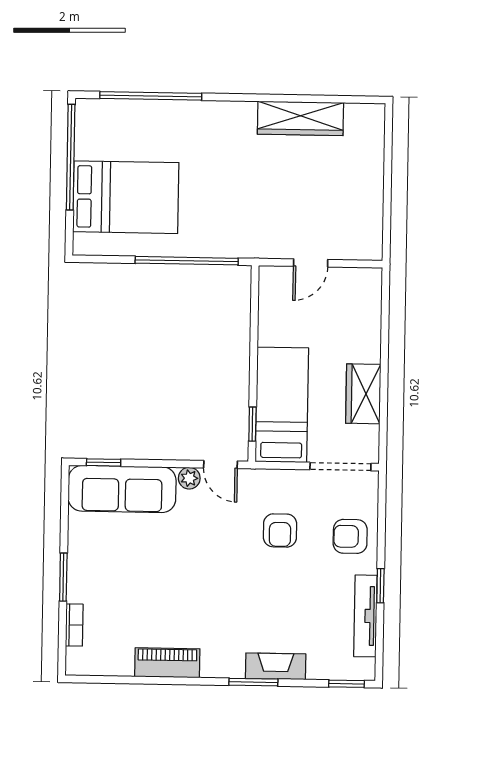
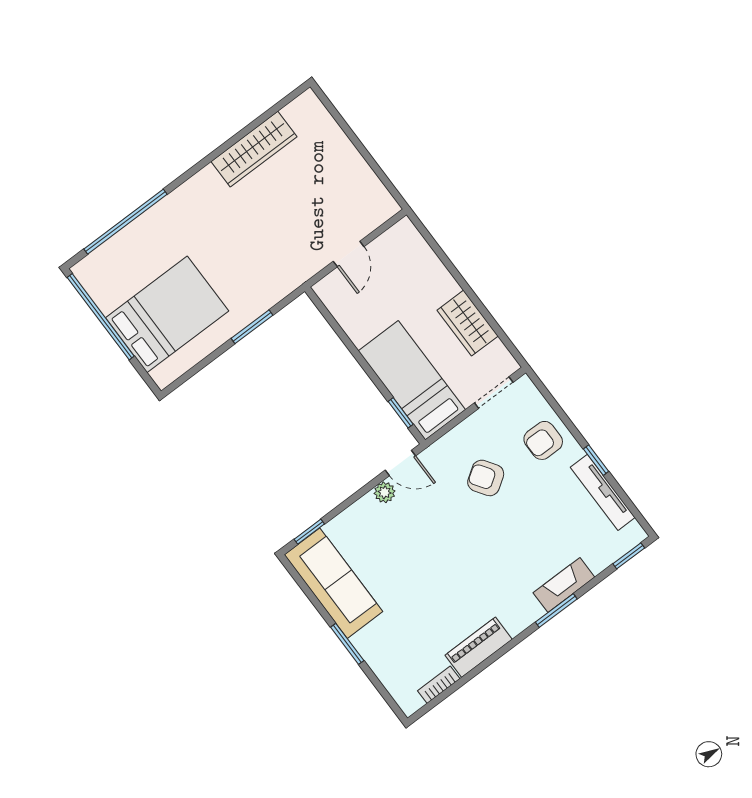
window: (187, 261) -> (252, 327), width x0.47
doorway: (340, 467) -> (494, 393), width x0.73
sofa: (122, 489) -> (333, 583), moved, turned -90
armchair: (280, 530) -> (486, 478), turned 146
bookcase: (74, 625) -> (439, 685), moved, turned -90

